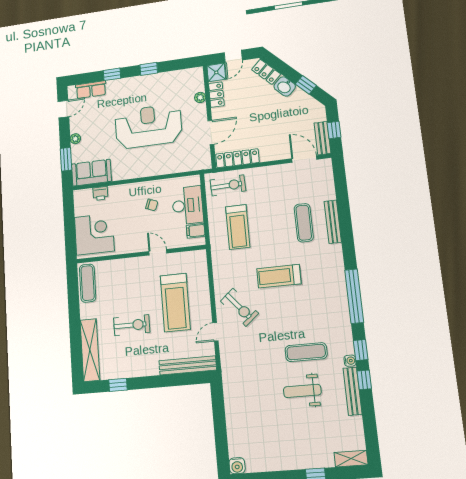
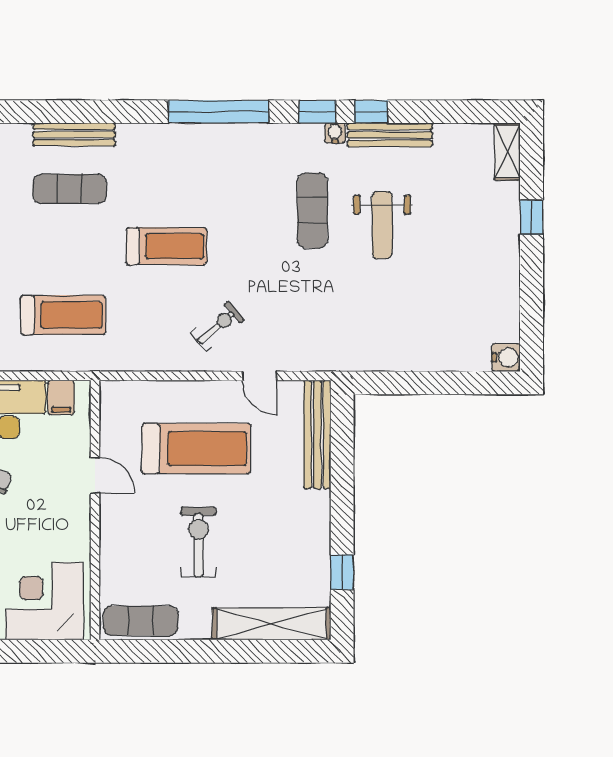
door: (158, 252) -> (95, 476), swing flipped
treadmill: (279, 276) -> (167, 246), turned -90
exercise bike: (239, 307) -> (218, 326), width x0.73, depth x0.72
exercise bike: (132, 325) -> (198, 542), moved

